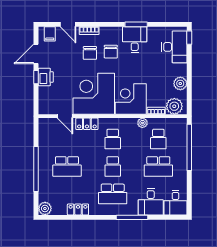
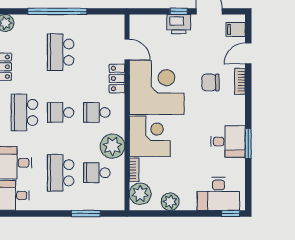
chair: (111, 52) -> (212, 110), removed
door: (65, 116) -> (127, 49), swing flipped
plant: (142, 123) -> (112, 146), width x1.88, depth x1.88
window: (189, 147) -> (86, 214), width x0.47

